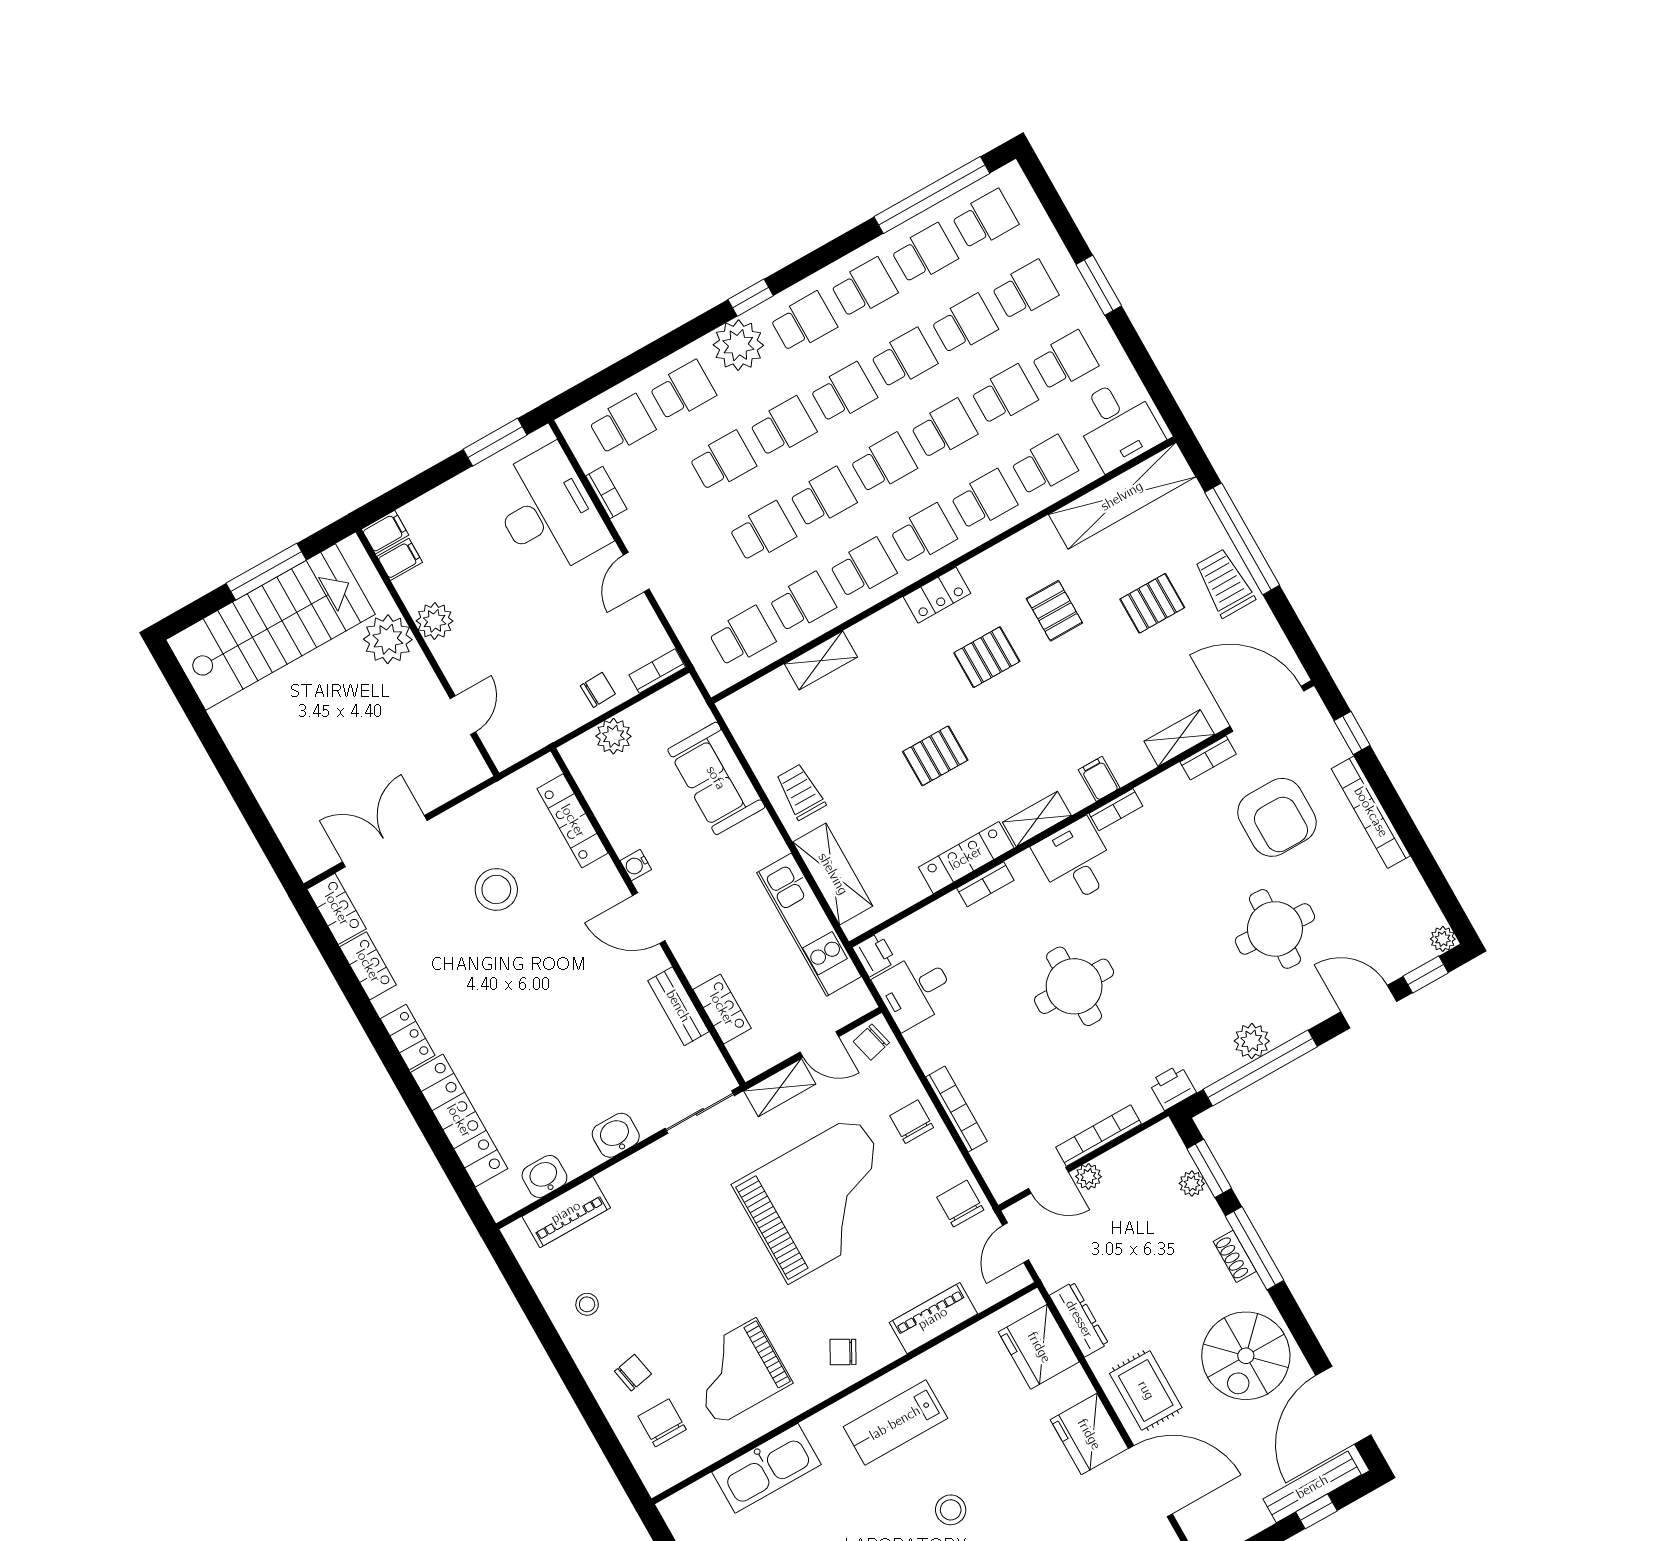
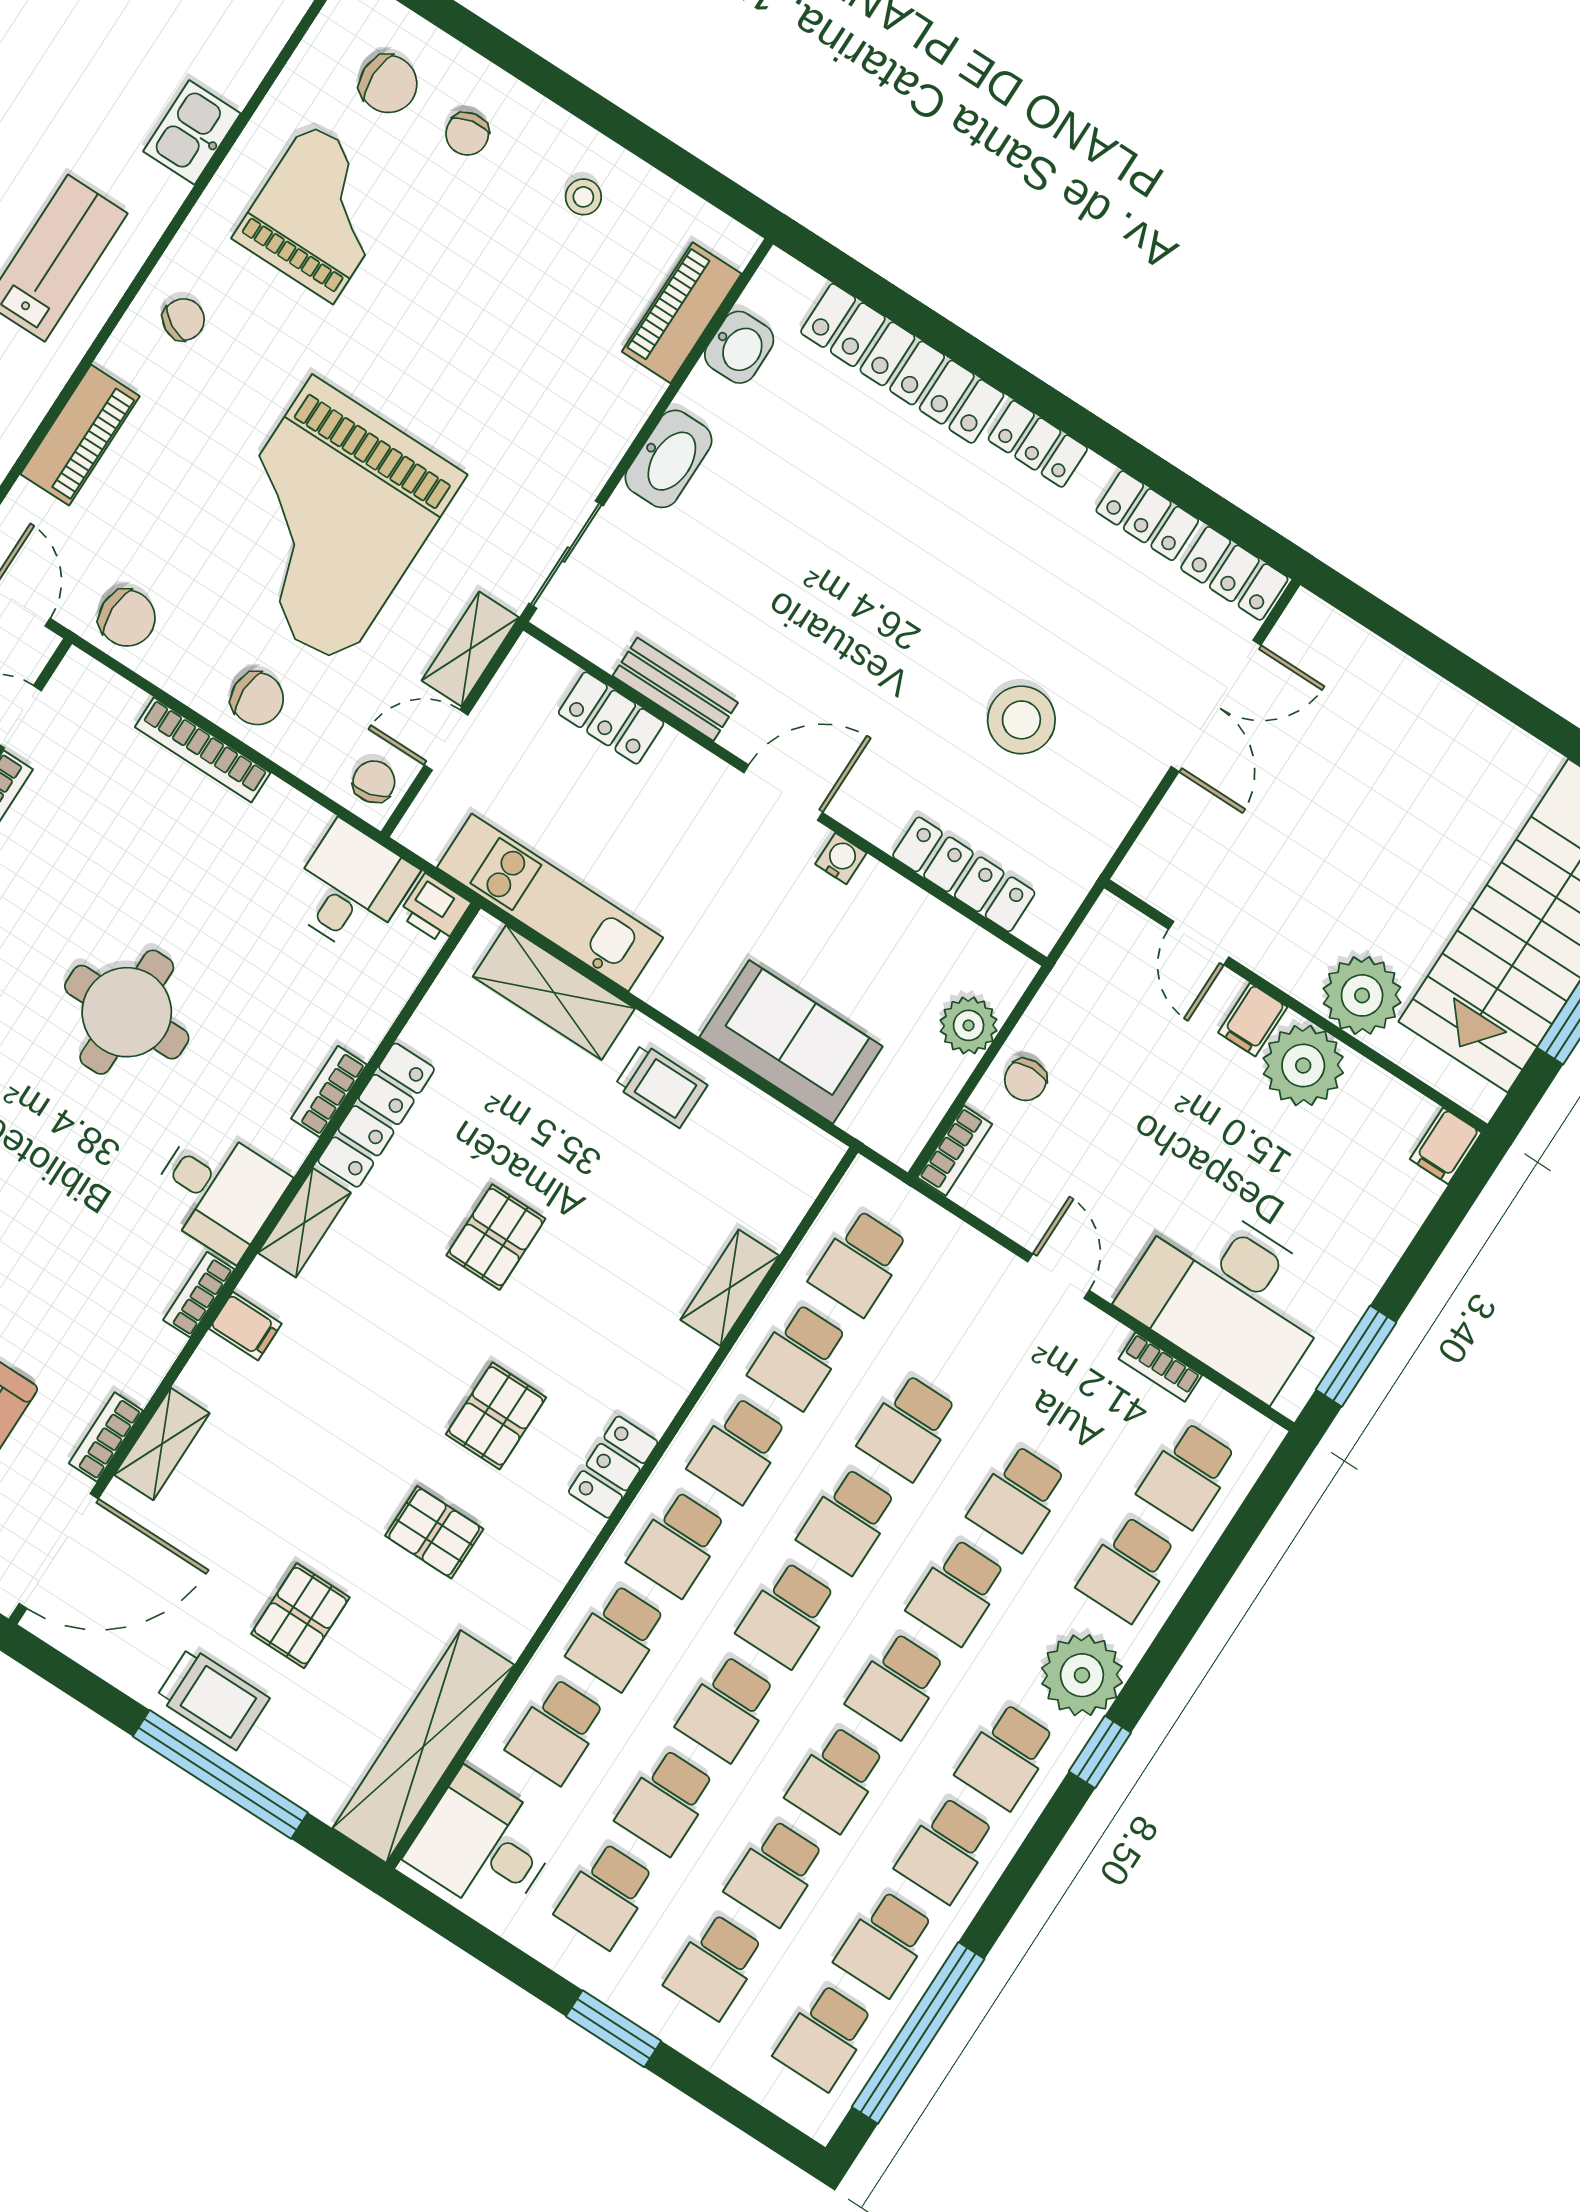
filing cabinet: (400, 559) -> (1253, 1020), moved
plant: (435, 621) -> (1303, 1065), width x1.36, depth x1.36
washbasin: (616, 1135) -> (668, 459), width x1.38
kitchen sink: (767, 1468) -> (192, 132), width x0.53, depth x0.81

